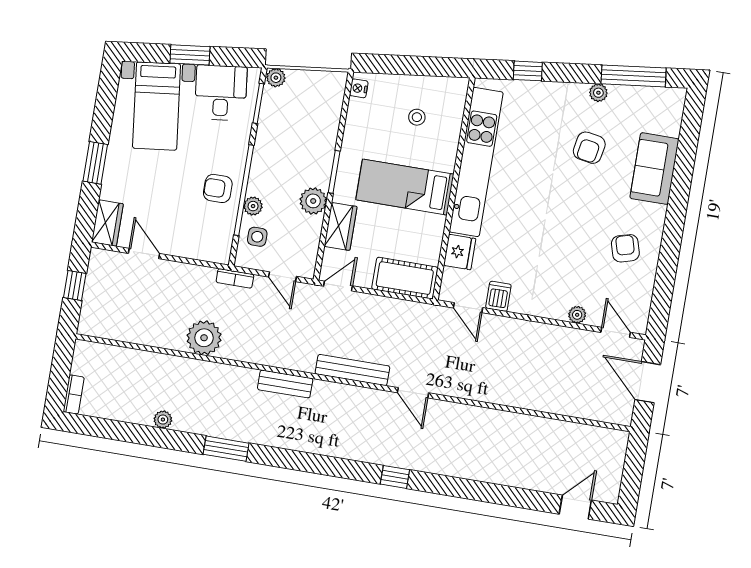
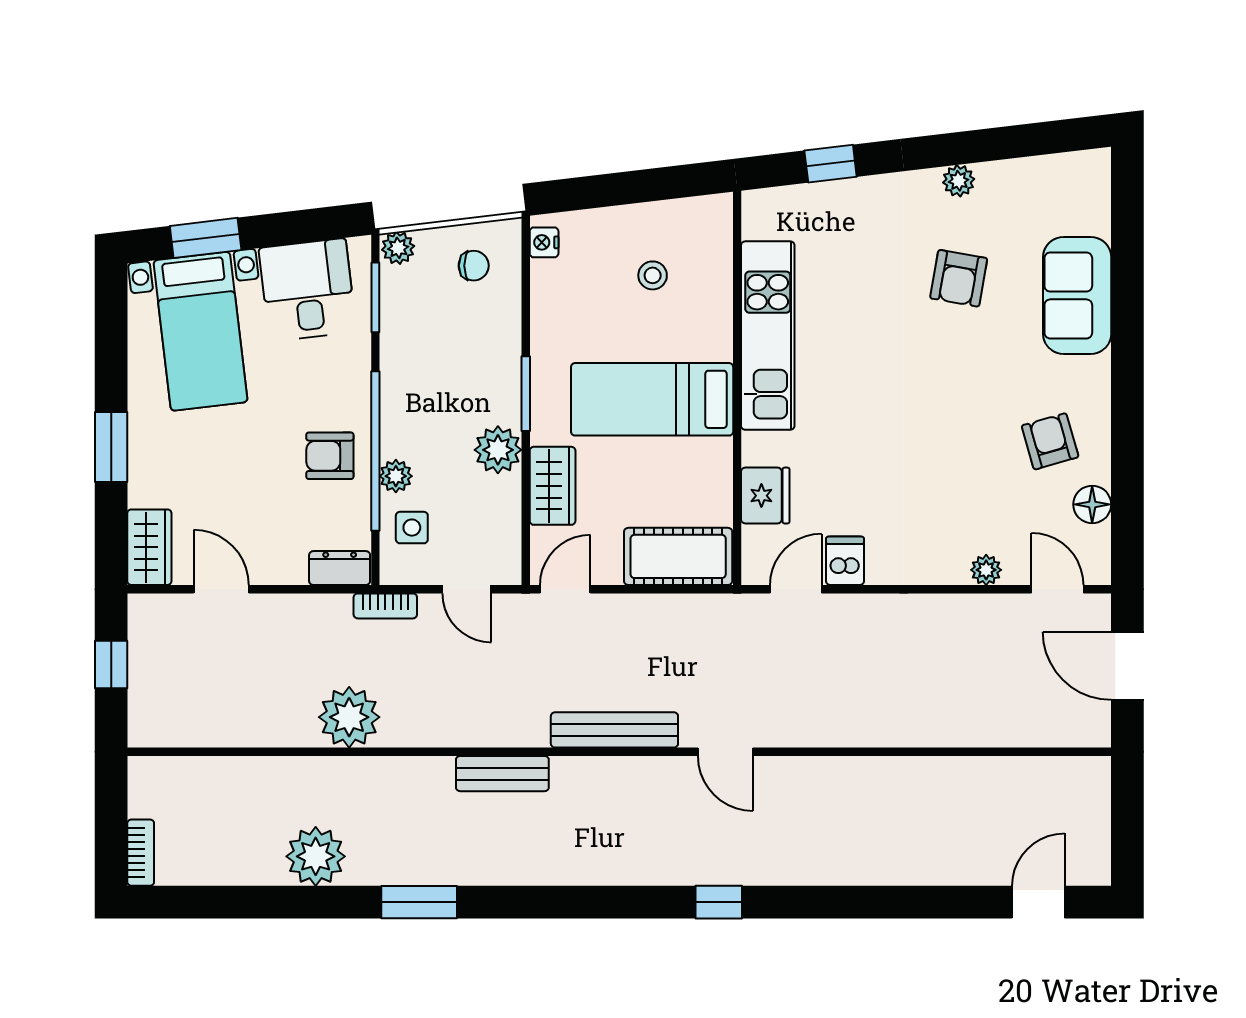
window: (190, 55) -> (206, 238), moved
window: (634, 76) -> (1014, 142), removed
chair: (317, 95) -> (474, 266), added
kitchen unit: (476, 162) -> (768, 336), width x0.73
dresser: (213, 253) -> (340, 568), added
floor lamp: (643, 288) -> (1092, 504), added
door: (468, 308) -> (796, 589), swing flipped
plant: (163, 420) -> (316, 856), width x1.87, depth x1.87

